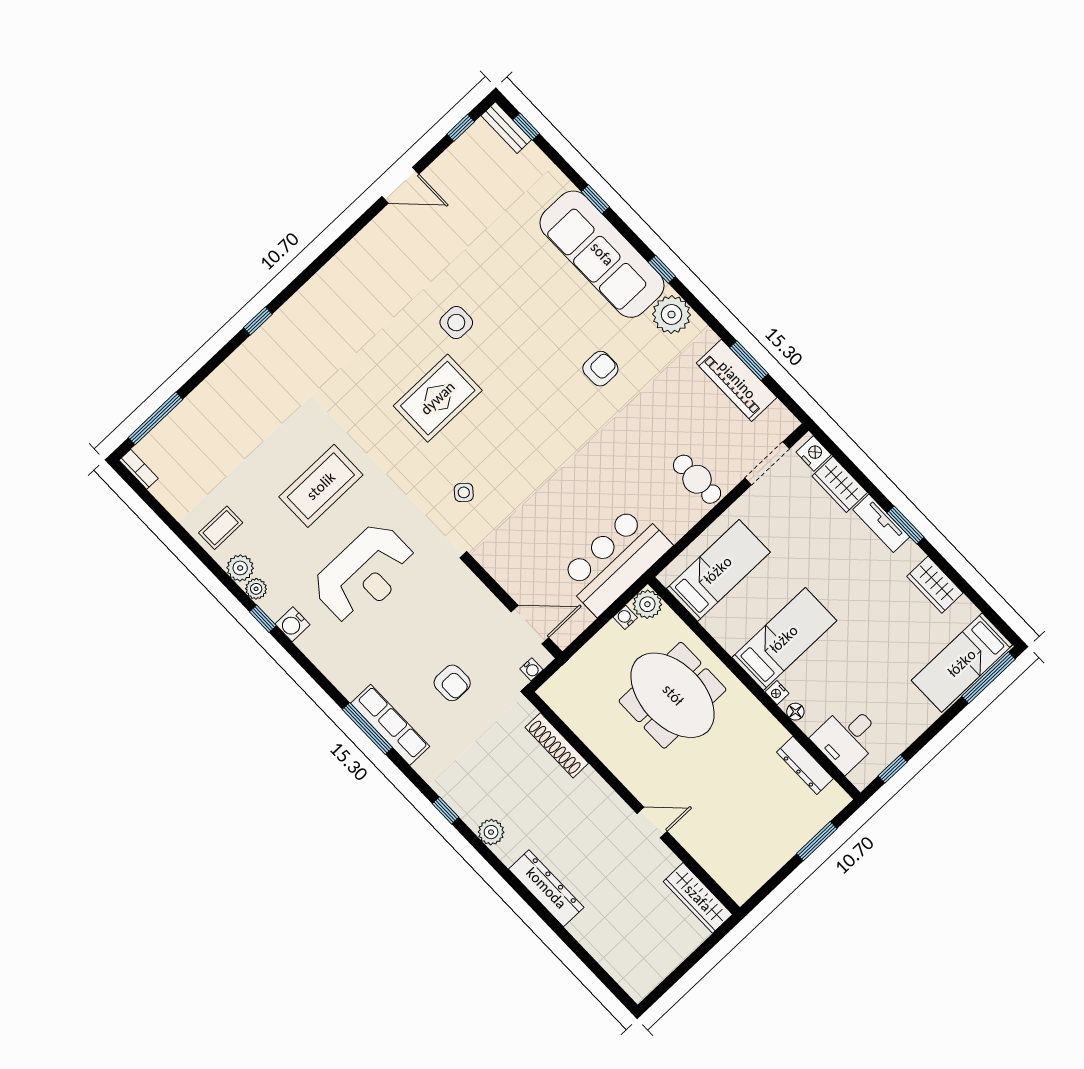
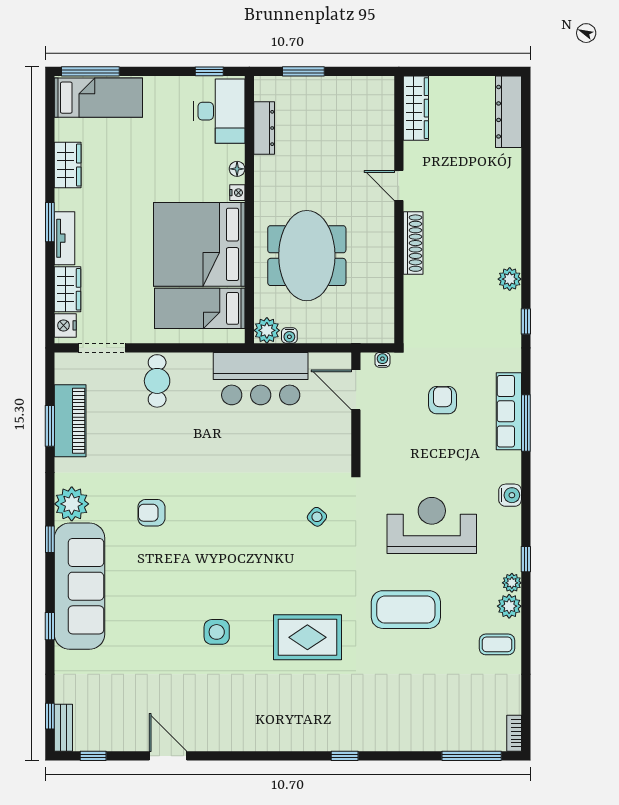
rug: (438, 398) -> (307, 637), moved
water cooler: (292, 624) -> (510, 495), moved
bed: (784, 639) -> (199, 244), width x2.04
desk: (847, 738) -> (219, 111), width x1.37
shoe rack: (557, 745) -> (413, 243), moved
dresser: (546, 888) -> (509, 112), moved

